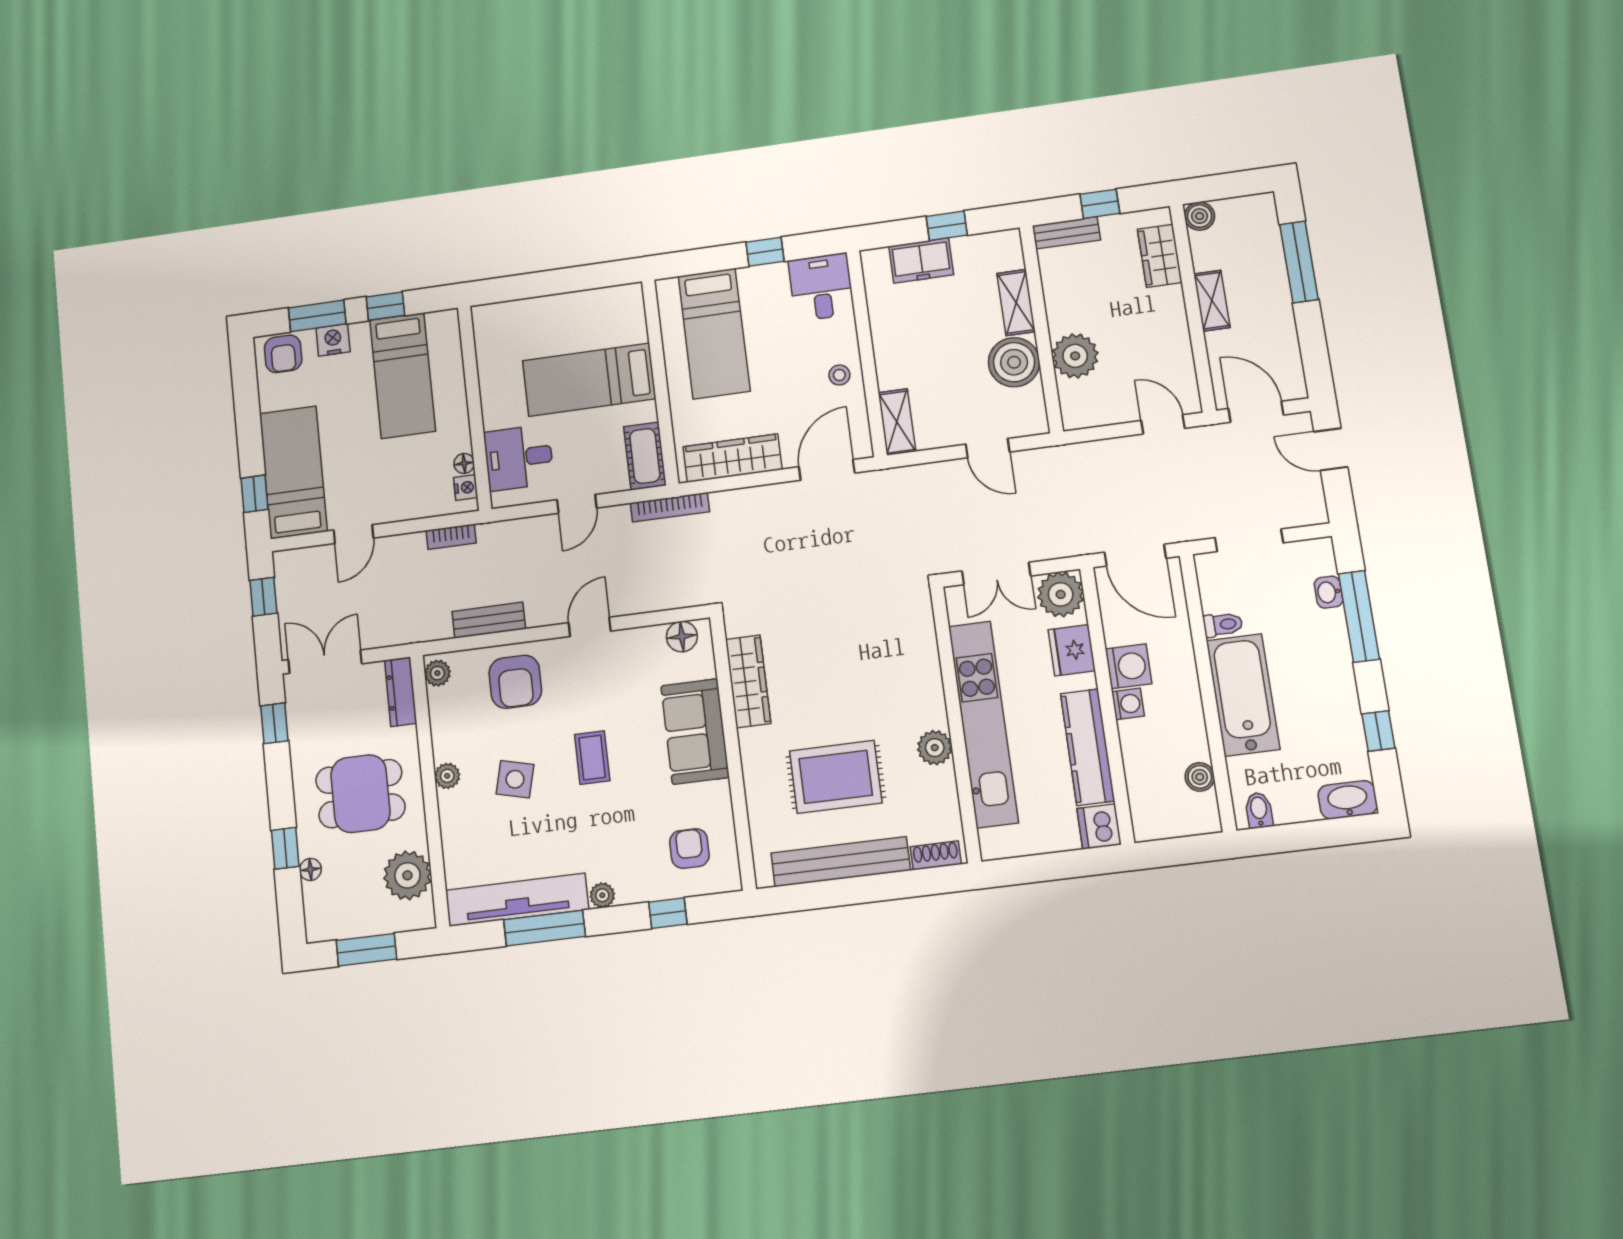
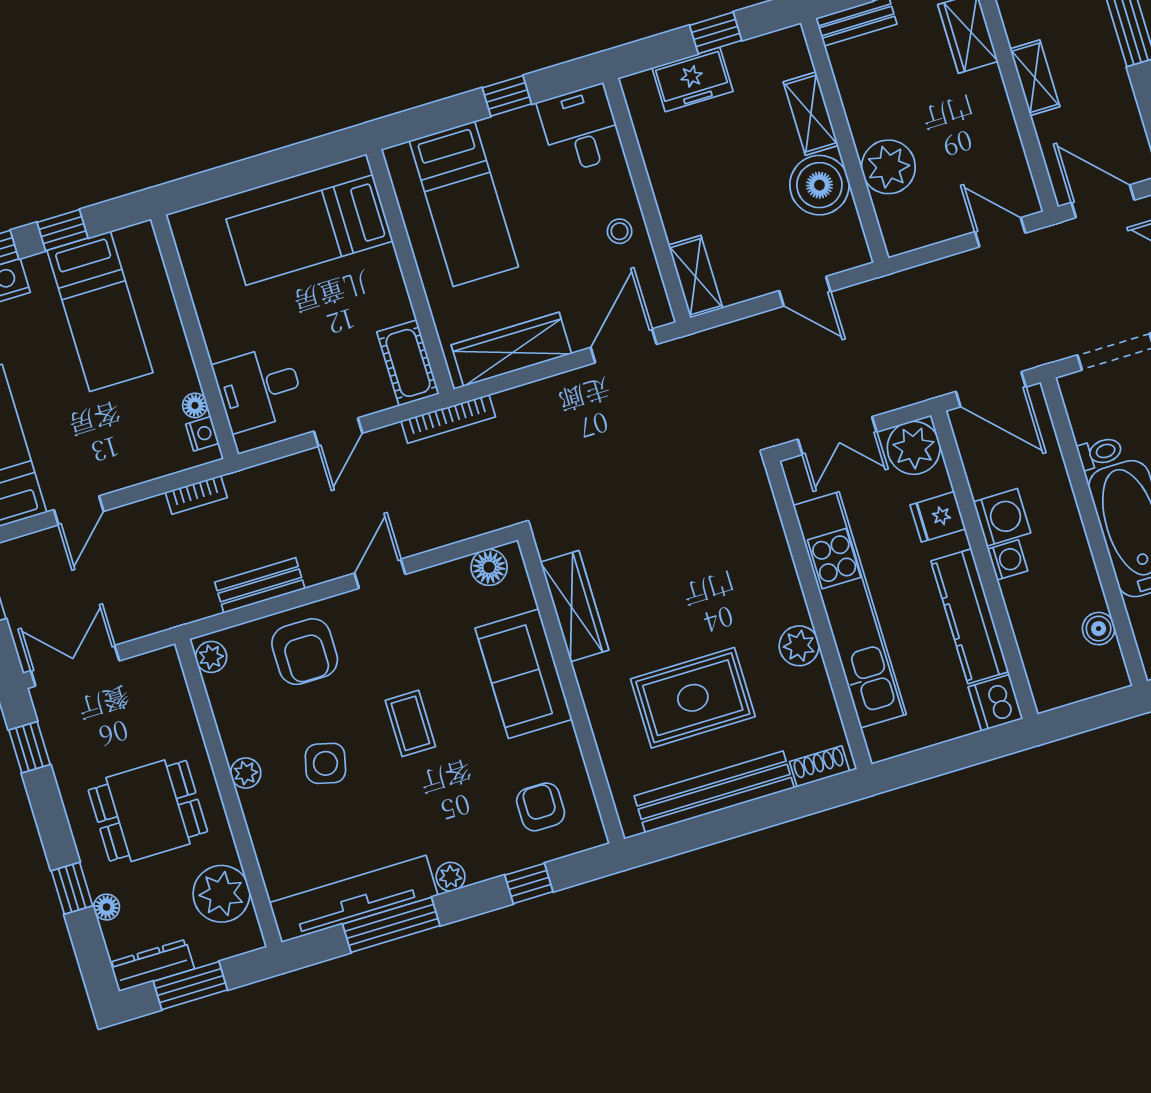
bed: (589, 380) -> (310, 230), moved
fridge: (1072, 650) -> (938, 517), width x0.72
dresser: (401, 692) -> (152, 966), moved, turned 90

